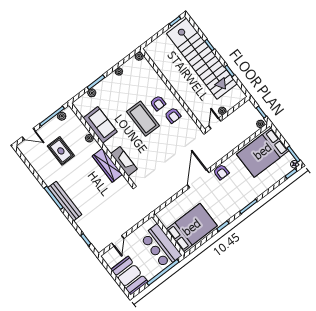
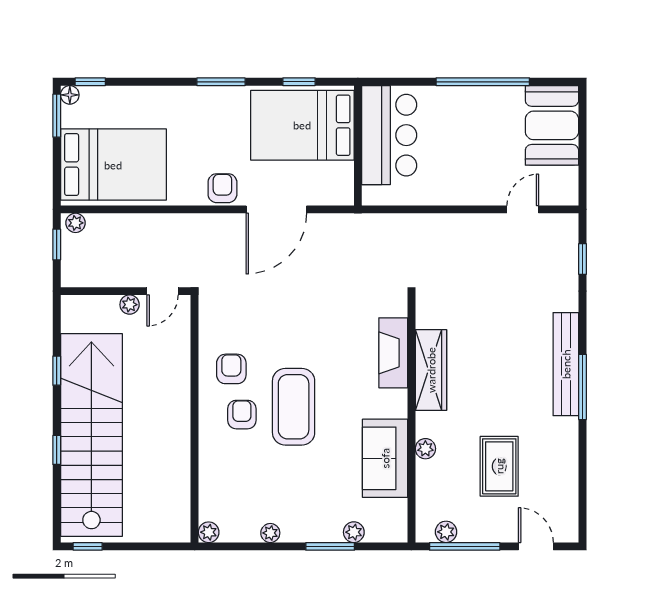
bed: (192, 228) -> (302, 125), moved
wall: (168, 235) -> (358, 146), moved
bar counter: (161, 246) -> (389, 135), moved

